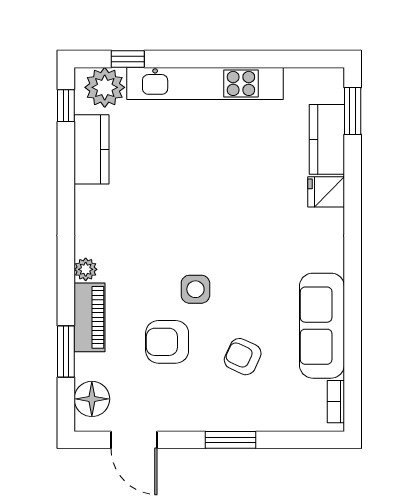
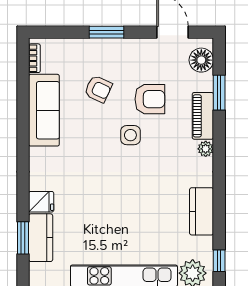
window: (353, 111) -> (23, 238), moved
kitchen counter: (92, 149) -> (202, 211), moved

